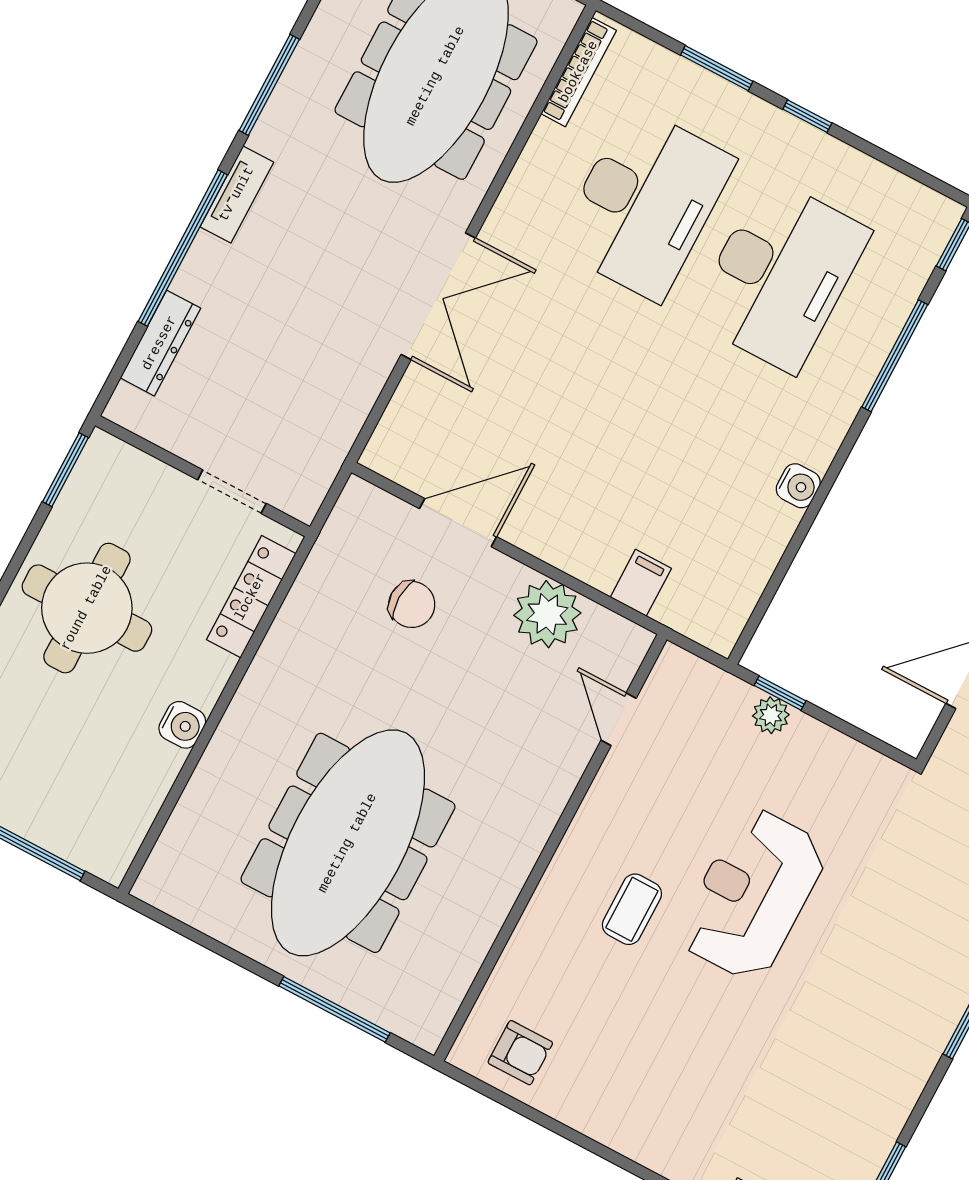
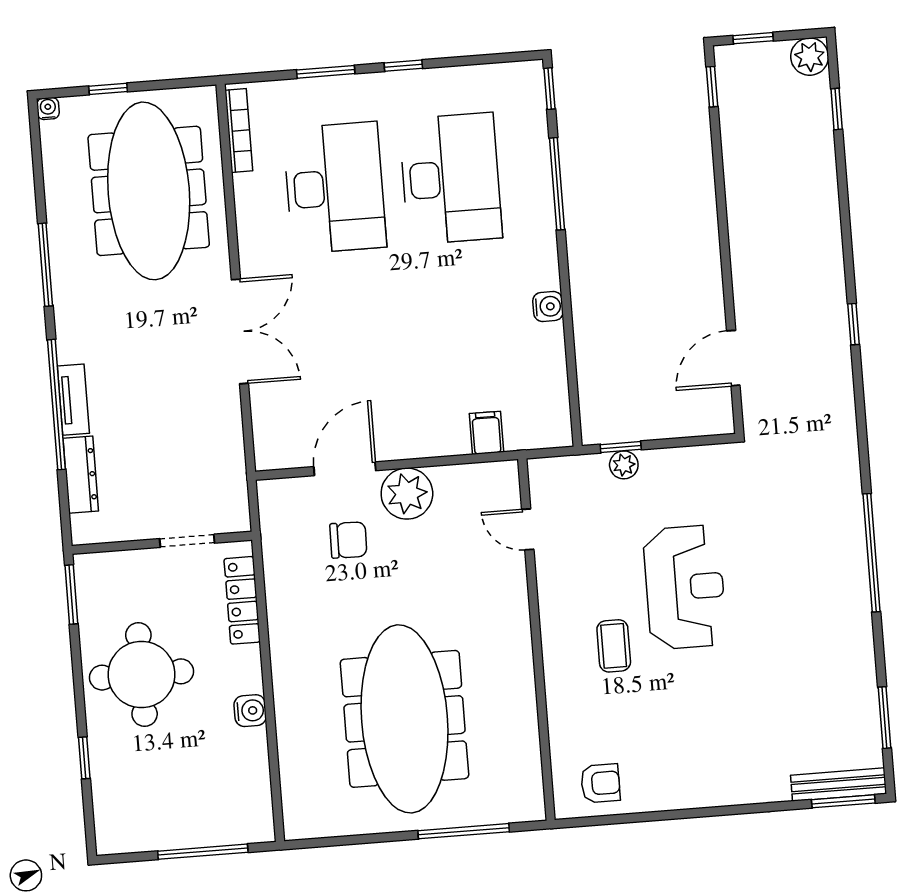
tv unit: (237, 194) -> (73, 400), moved
plant: (547, 614) -> (407, 494), moved
reception desk: (752, 894) -> (685, 587), turned 180

